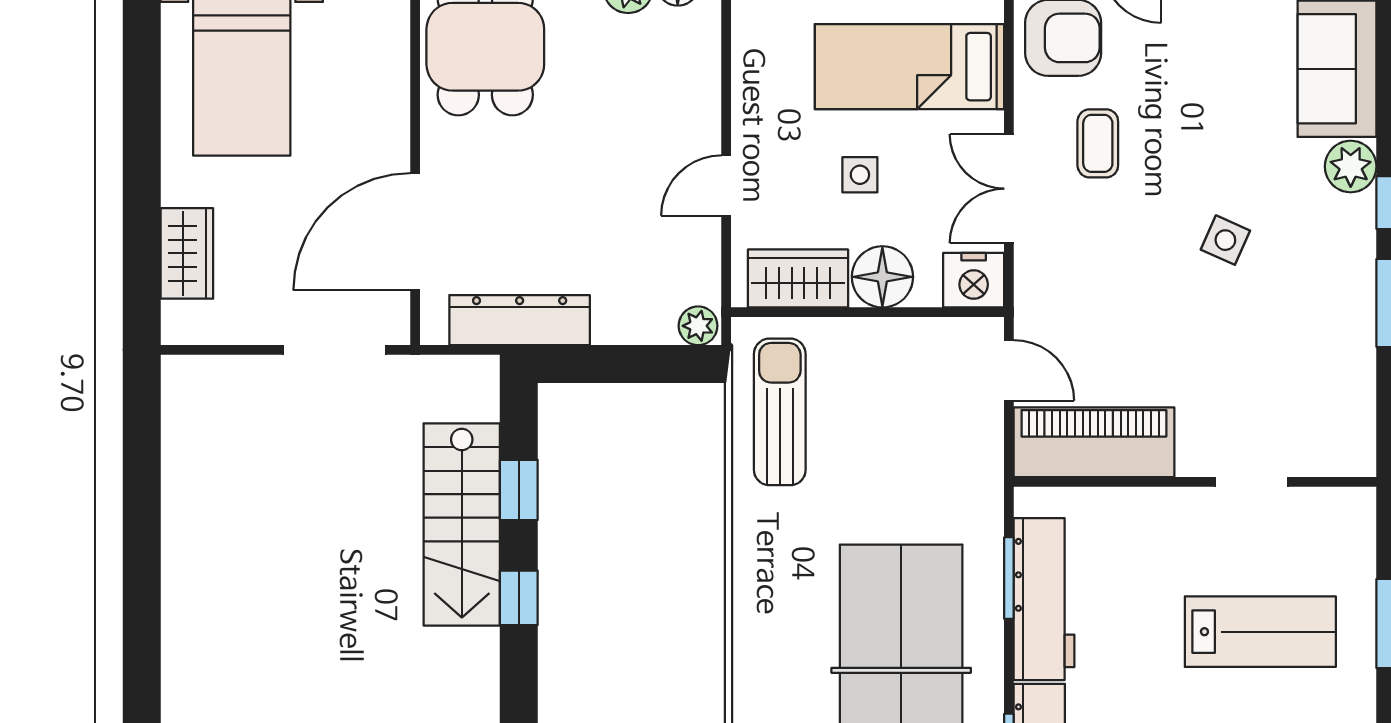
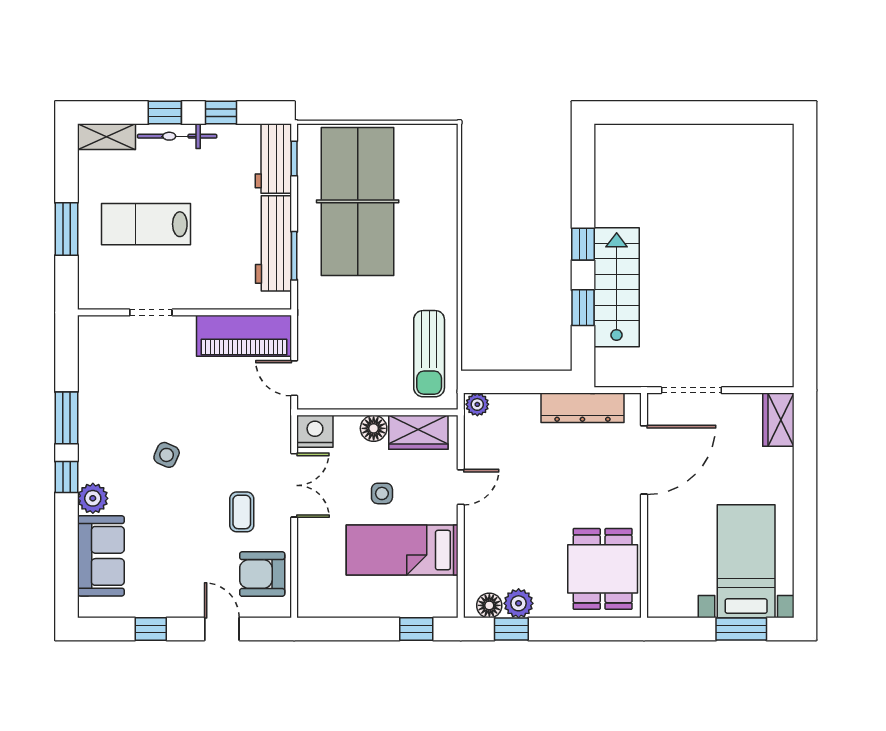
bed: (909, 67) -> (402, 550), moved, turned 180
wardrobe: (187, 253) -> (778, 420), moved
floor lamp: (882, 277) -> (374, 428), width x0.73, depth x0.73

